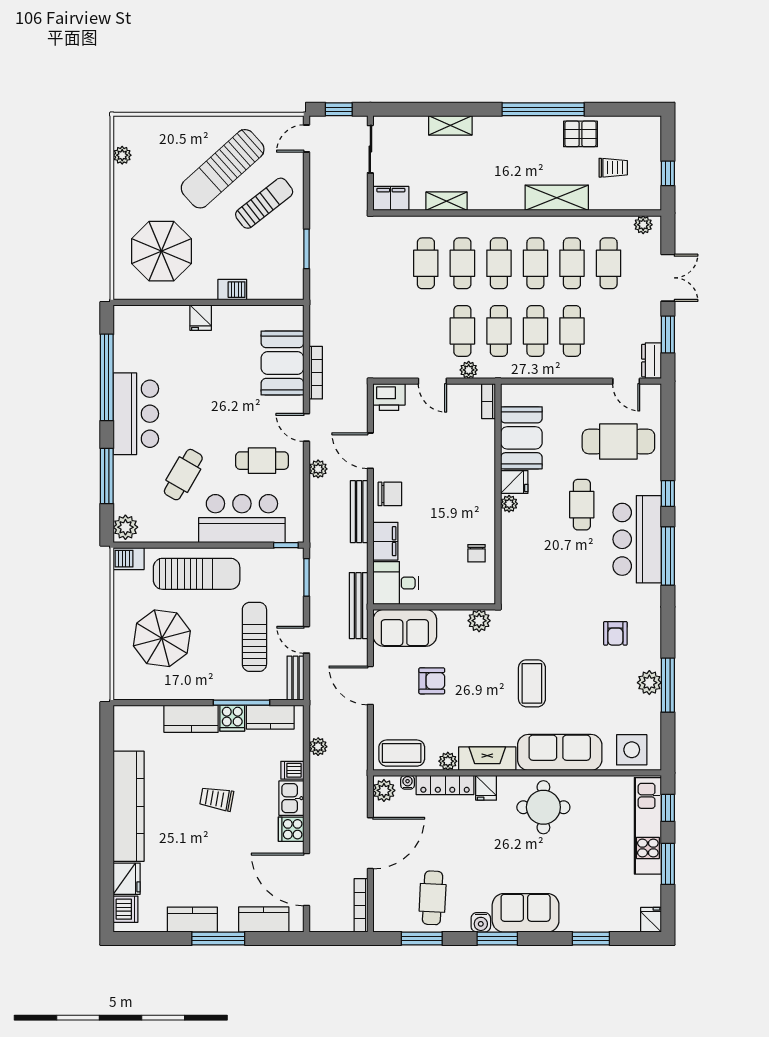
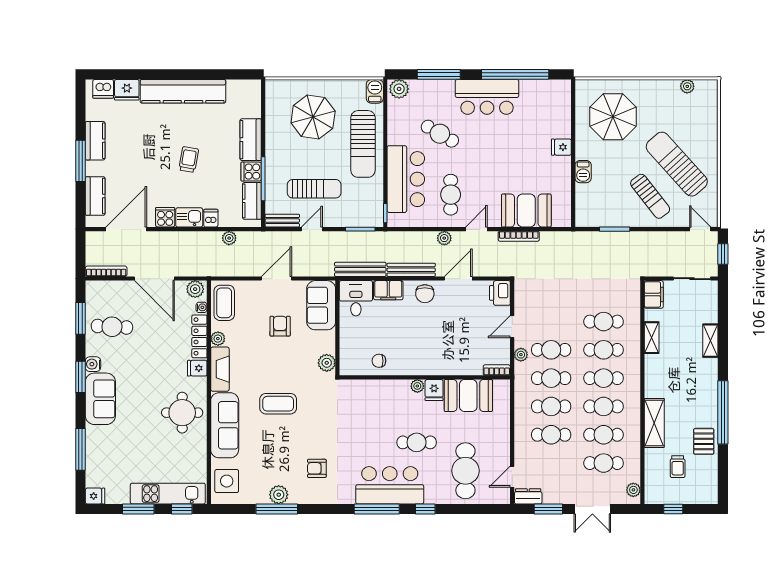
bench: (359, 606) -> (360, 269), moved
armchair: (432, 681) -> (280, 326), turned 180
window: (591, 938) -> (81, 449), width x1.44

